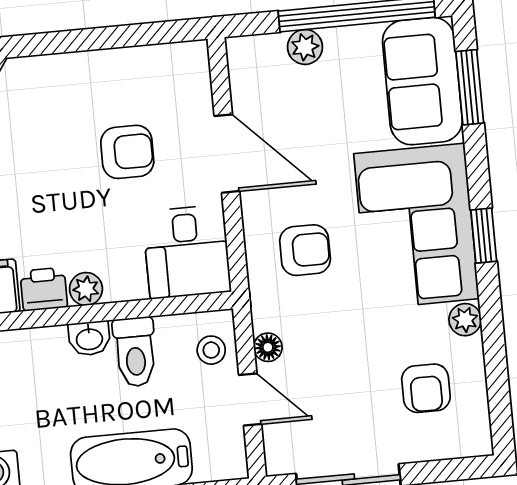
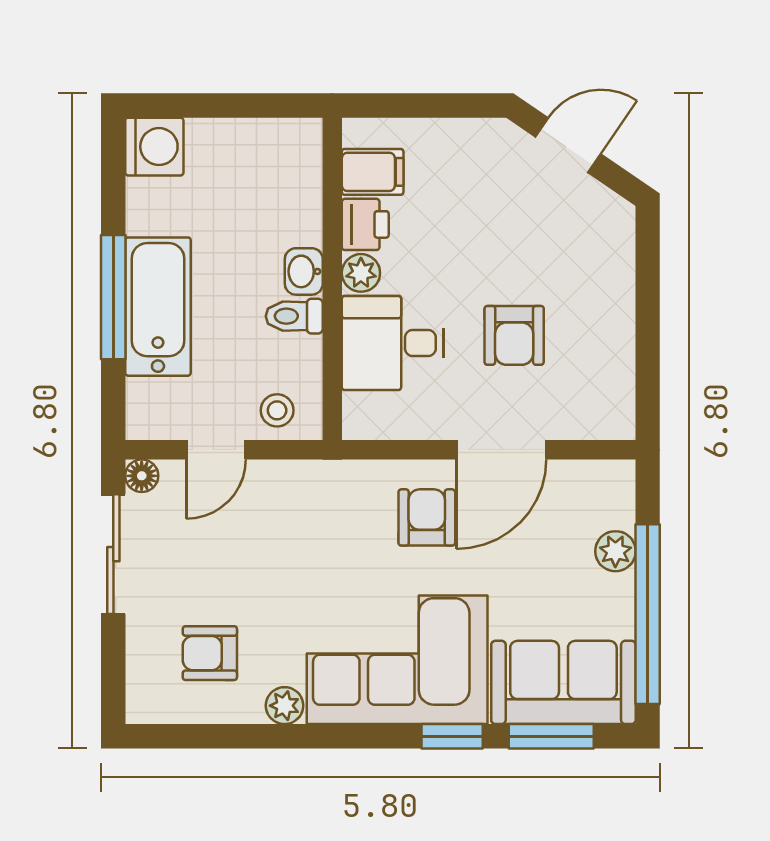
window: (484, 236) -> (452, 736), moved
armchair: (305, 250) -> (427, 517), moved, turned 180
desk: (187, 252) -> (393, 343), moved
floor lamp: (268, 347) -> (142, 476), moved
toilet: (135, 352) -> (294, 316), width x0.73, depth x0.72

